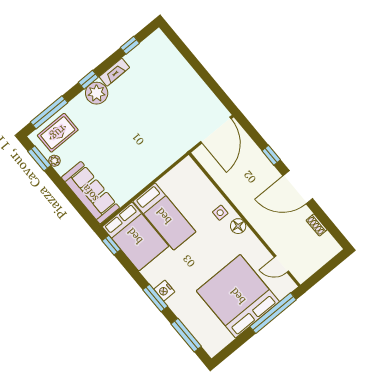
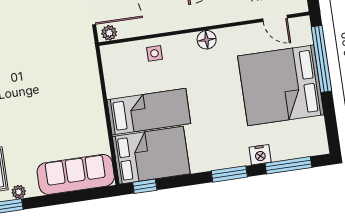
plant: (202, 156) -> (109, 33), added
side table: (220, 213) -> (154, 53), moved
door: (282, 264) -> (275, 18), hinge flipped
nightstand: (164, 290) -> (260, 155), moved

